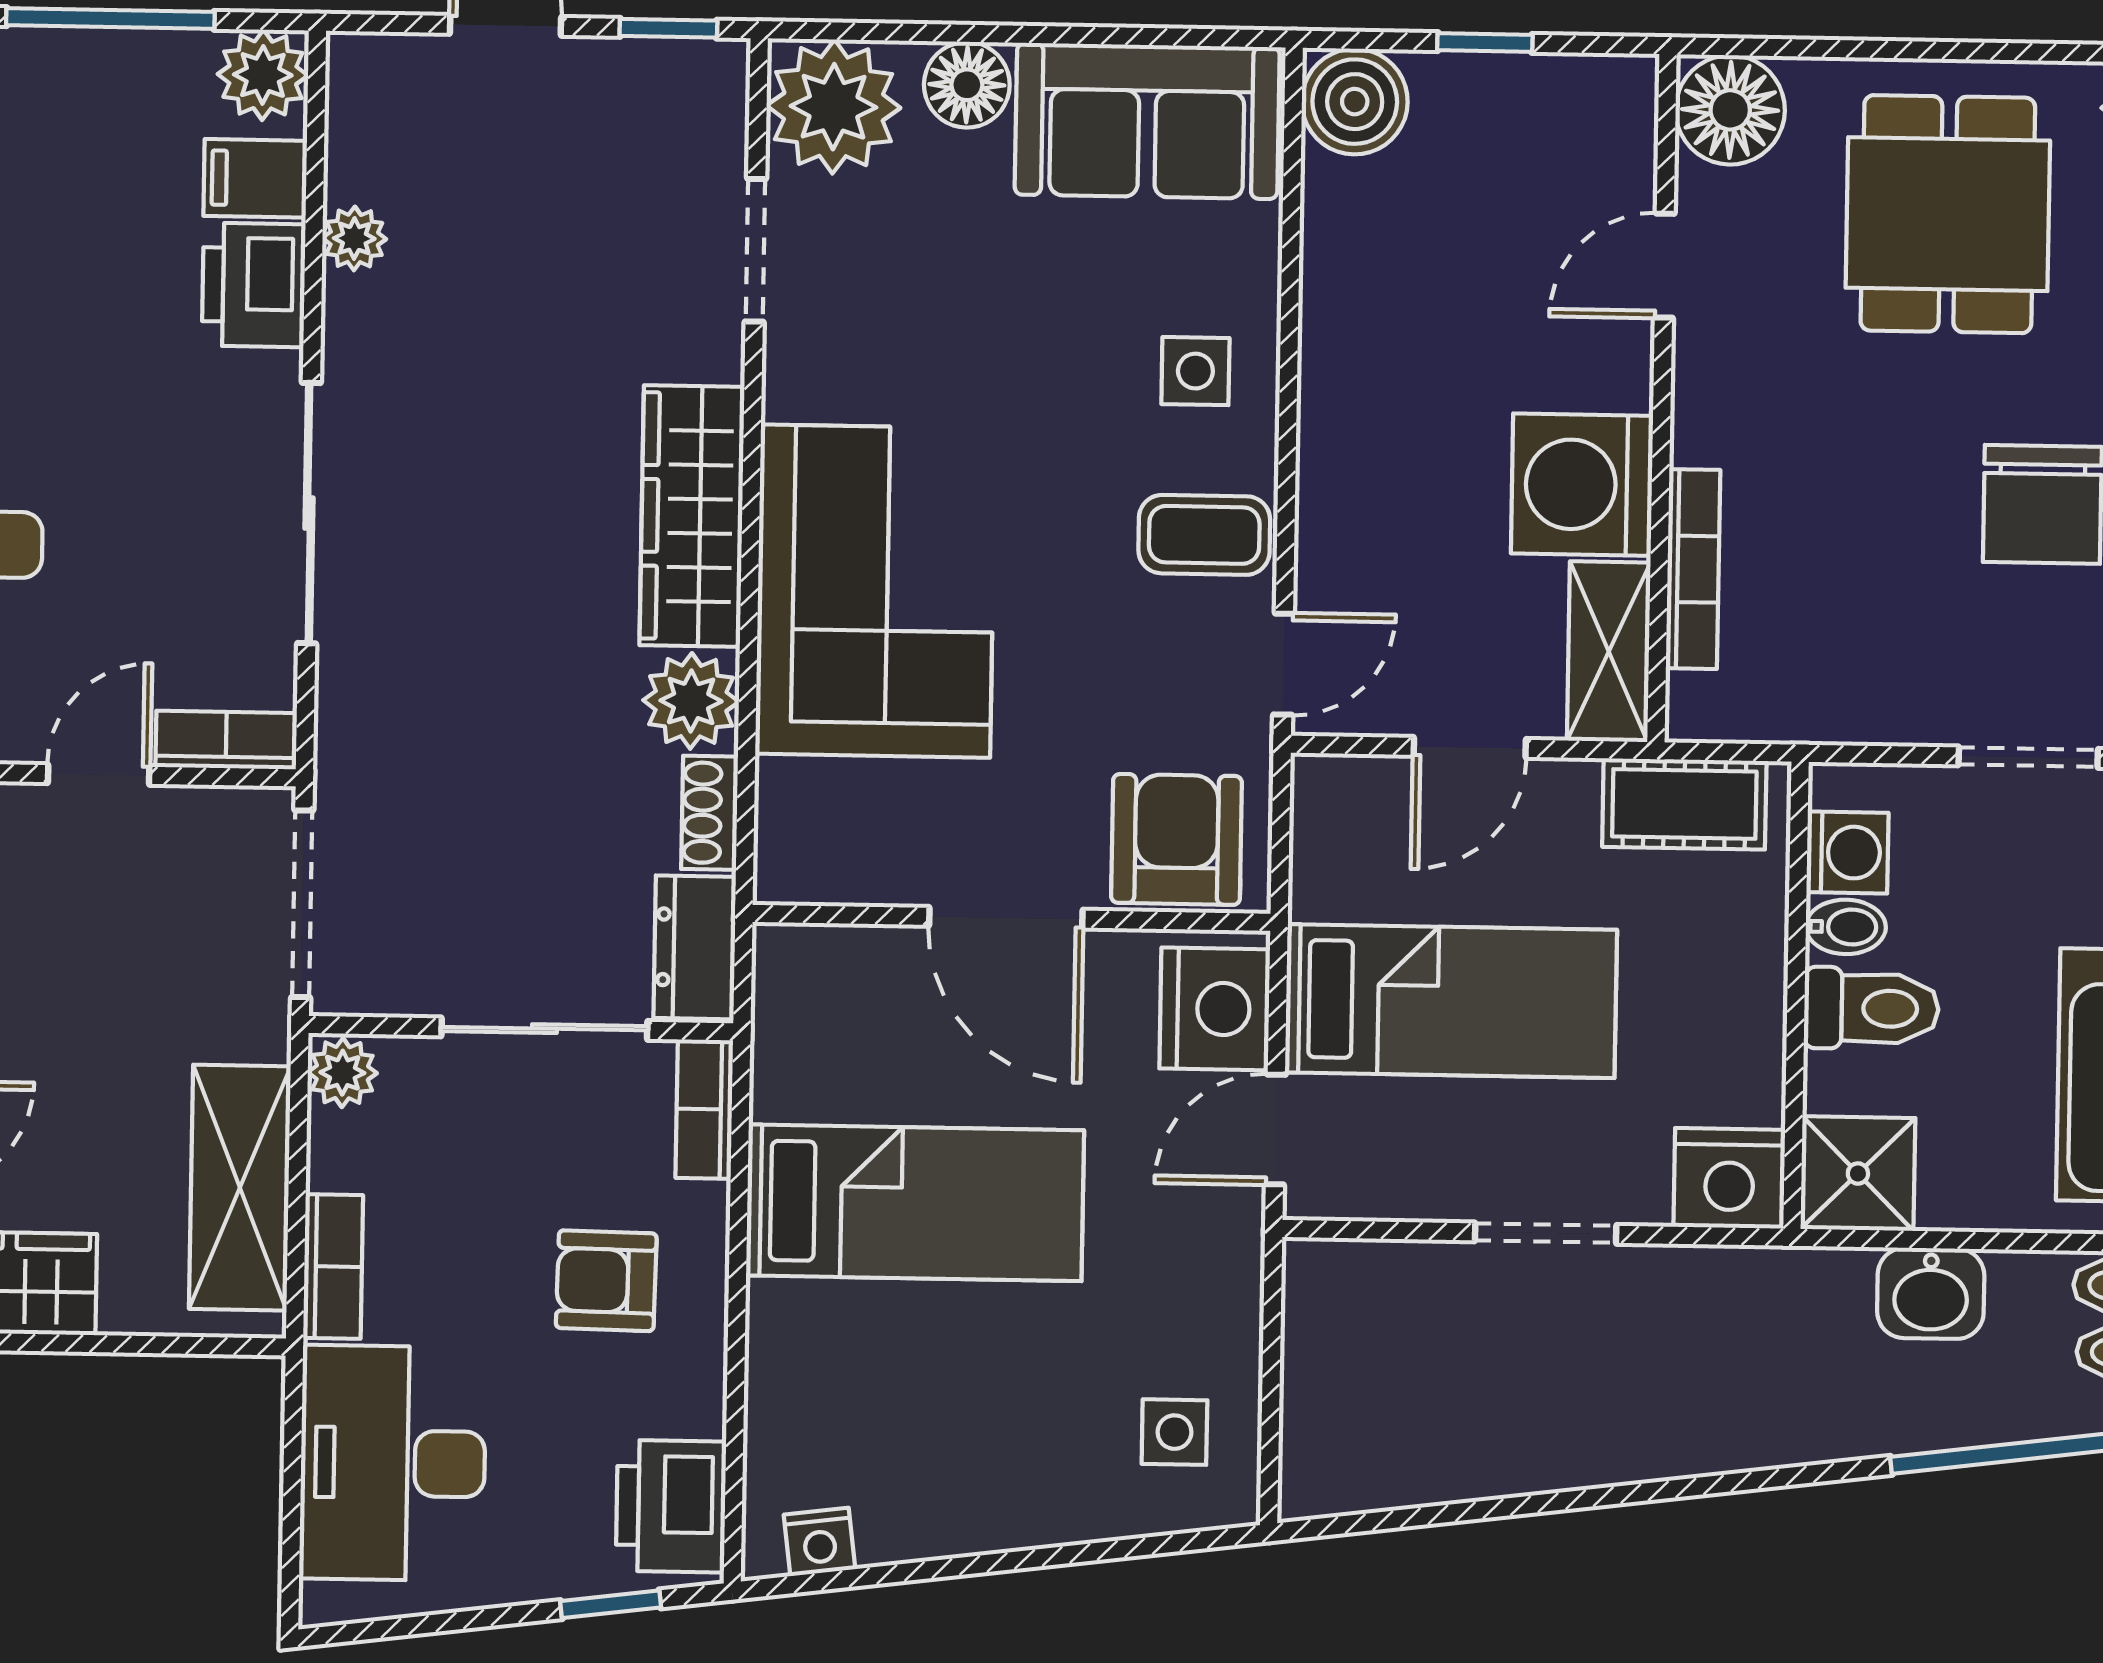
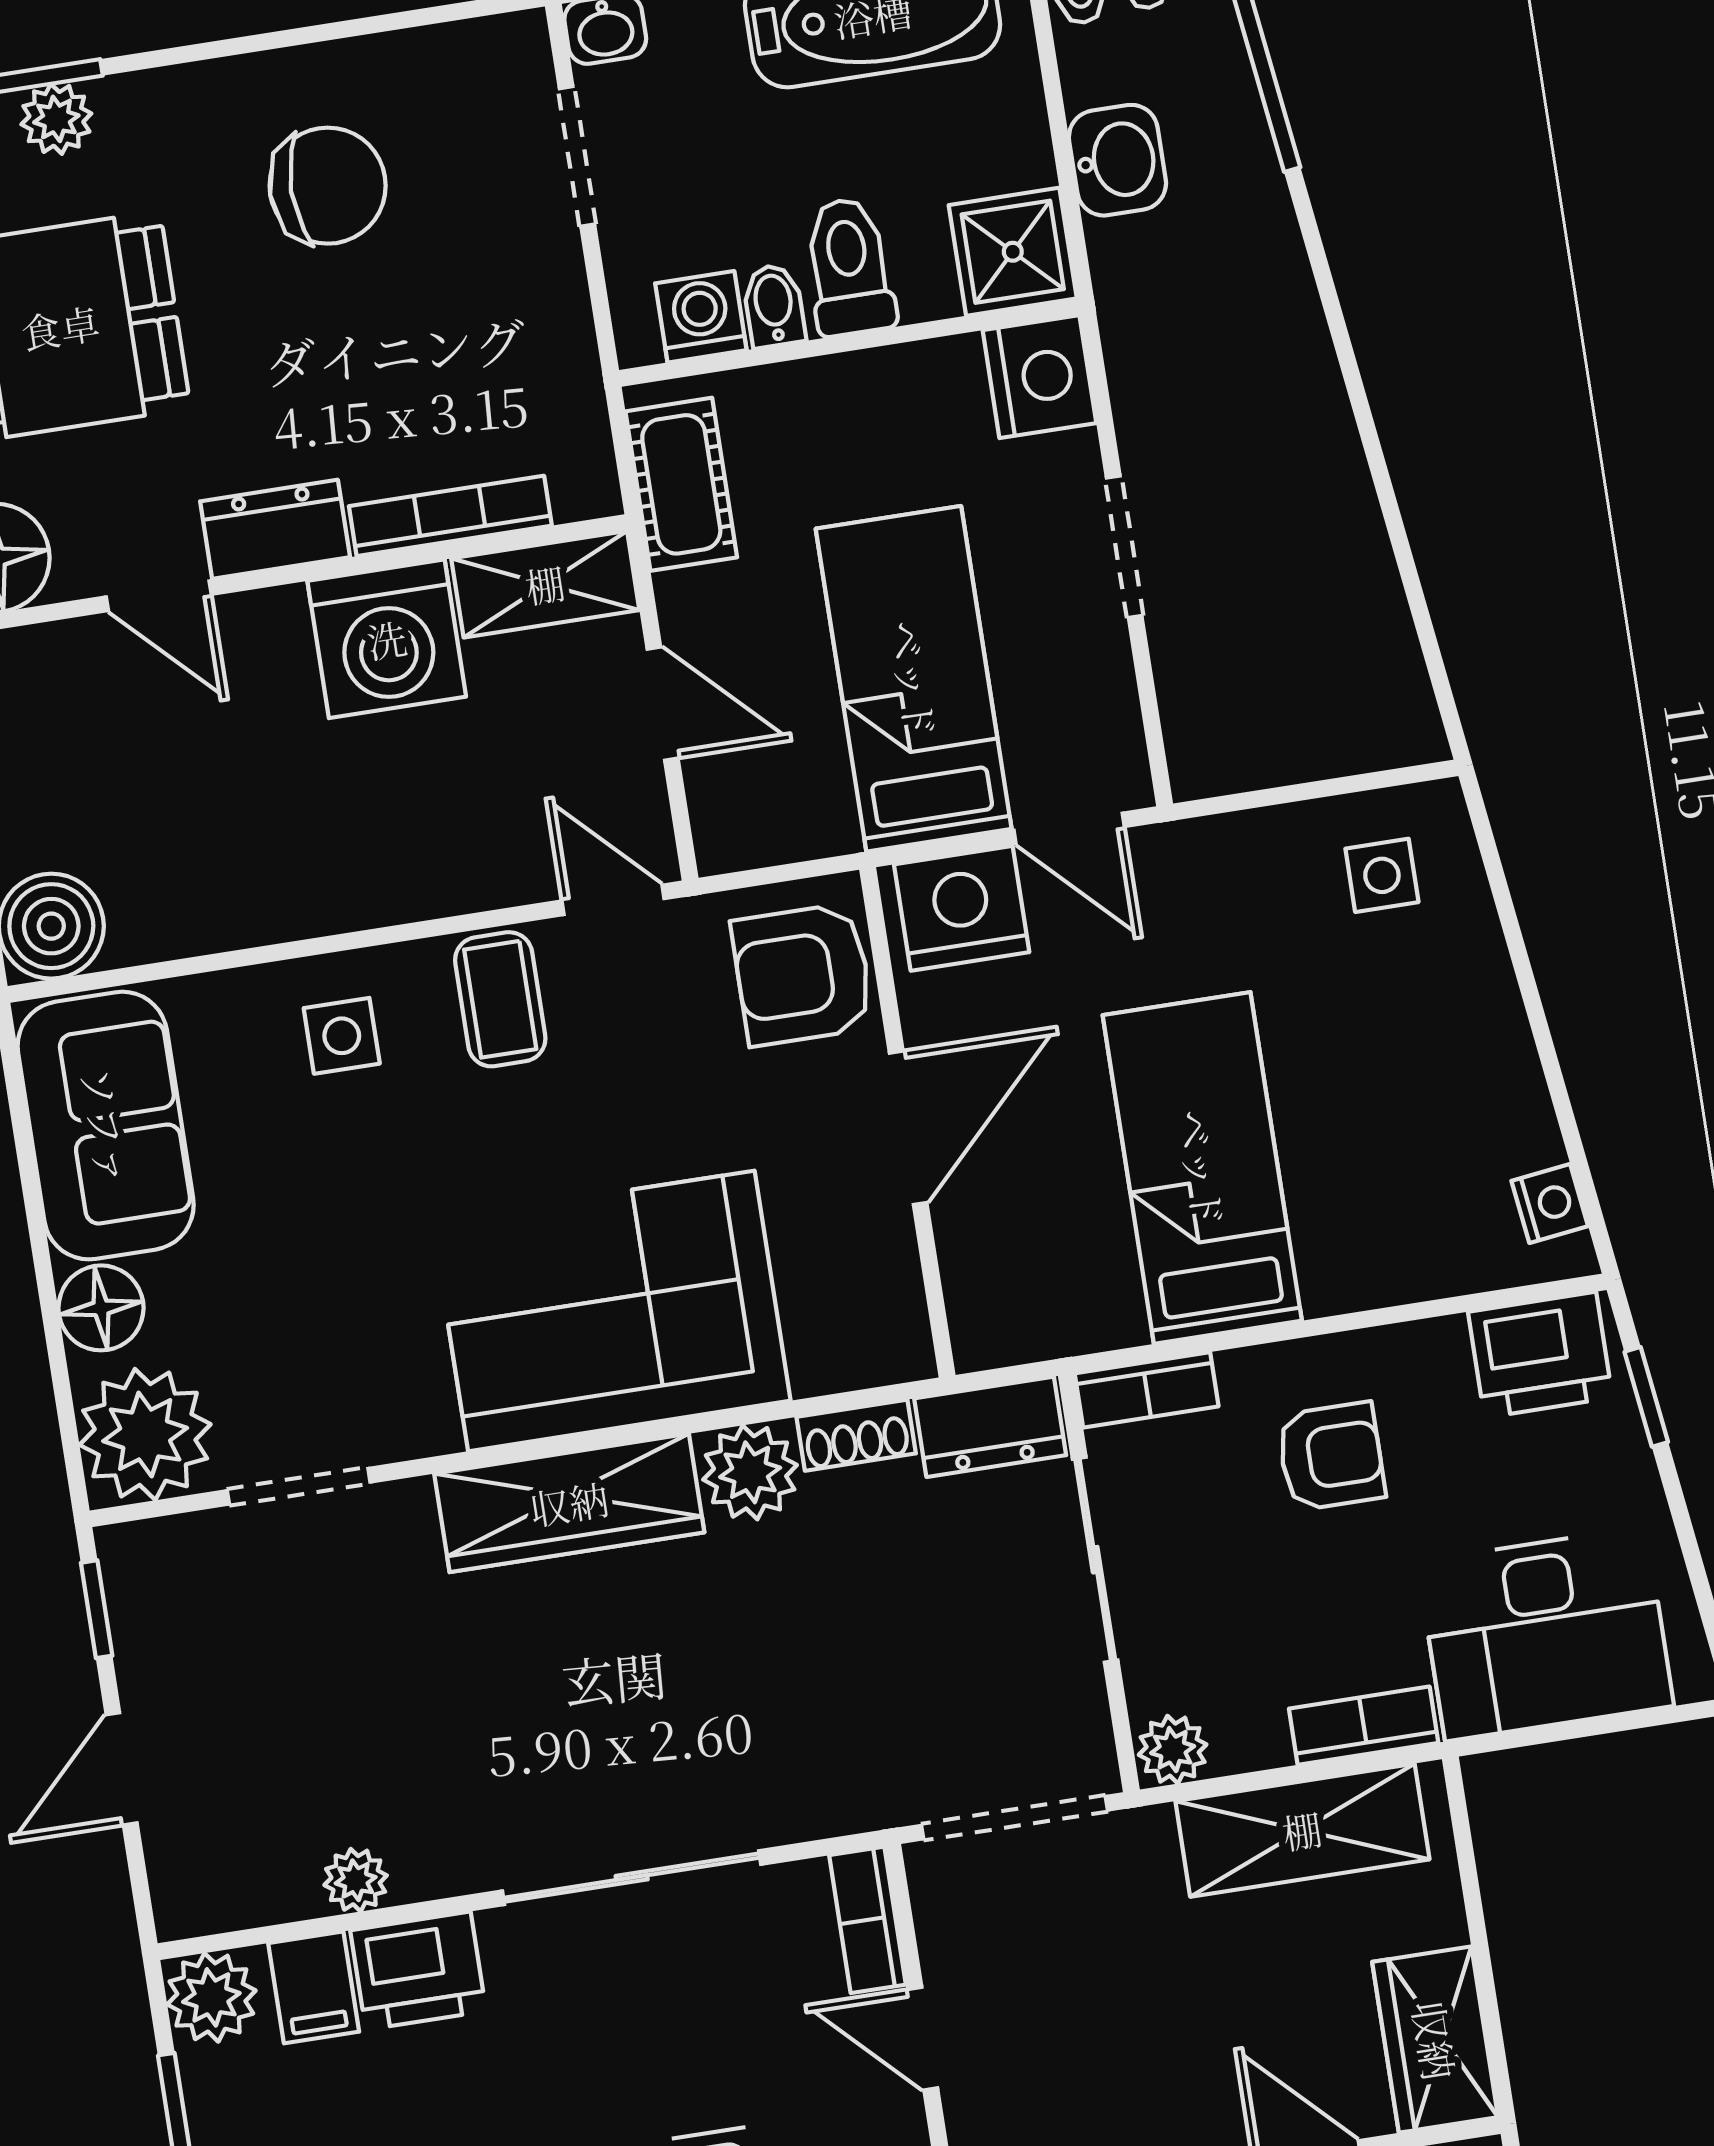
dresser: (1710, 393) -> (275, 529), added
armchair: (606, 1281) -> (1331, 1456), turned -91

